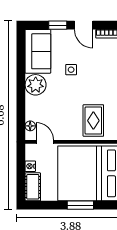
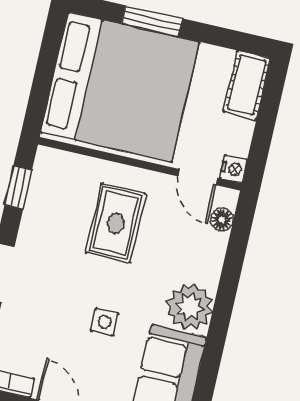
rug: (93, 121) -> (116, 223), moved
nightstand: (30, 166) -> (233, 169), moved

